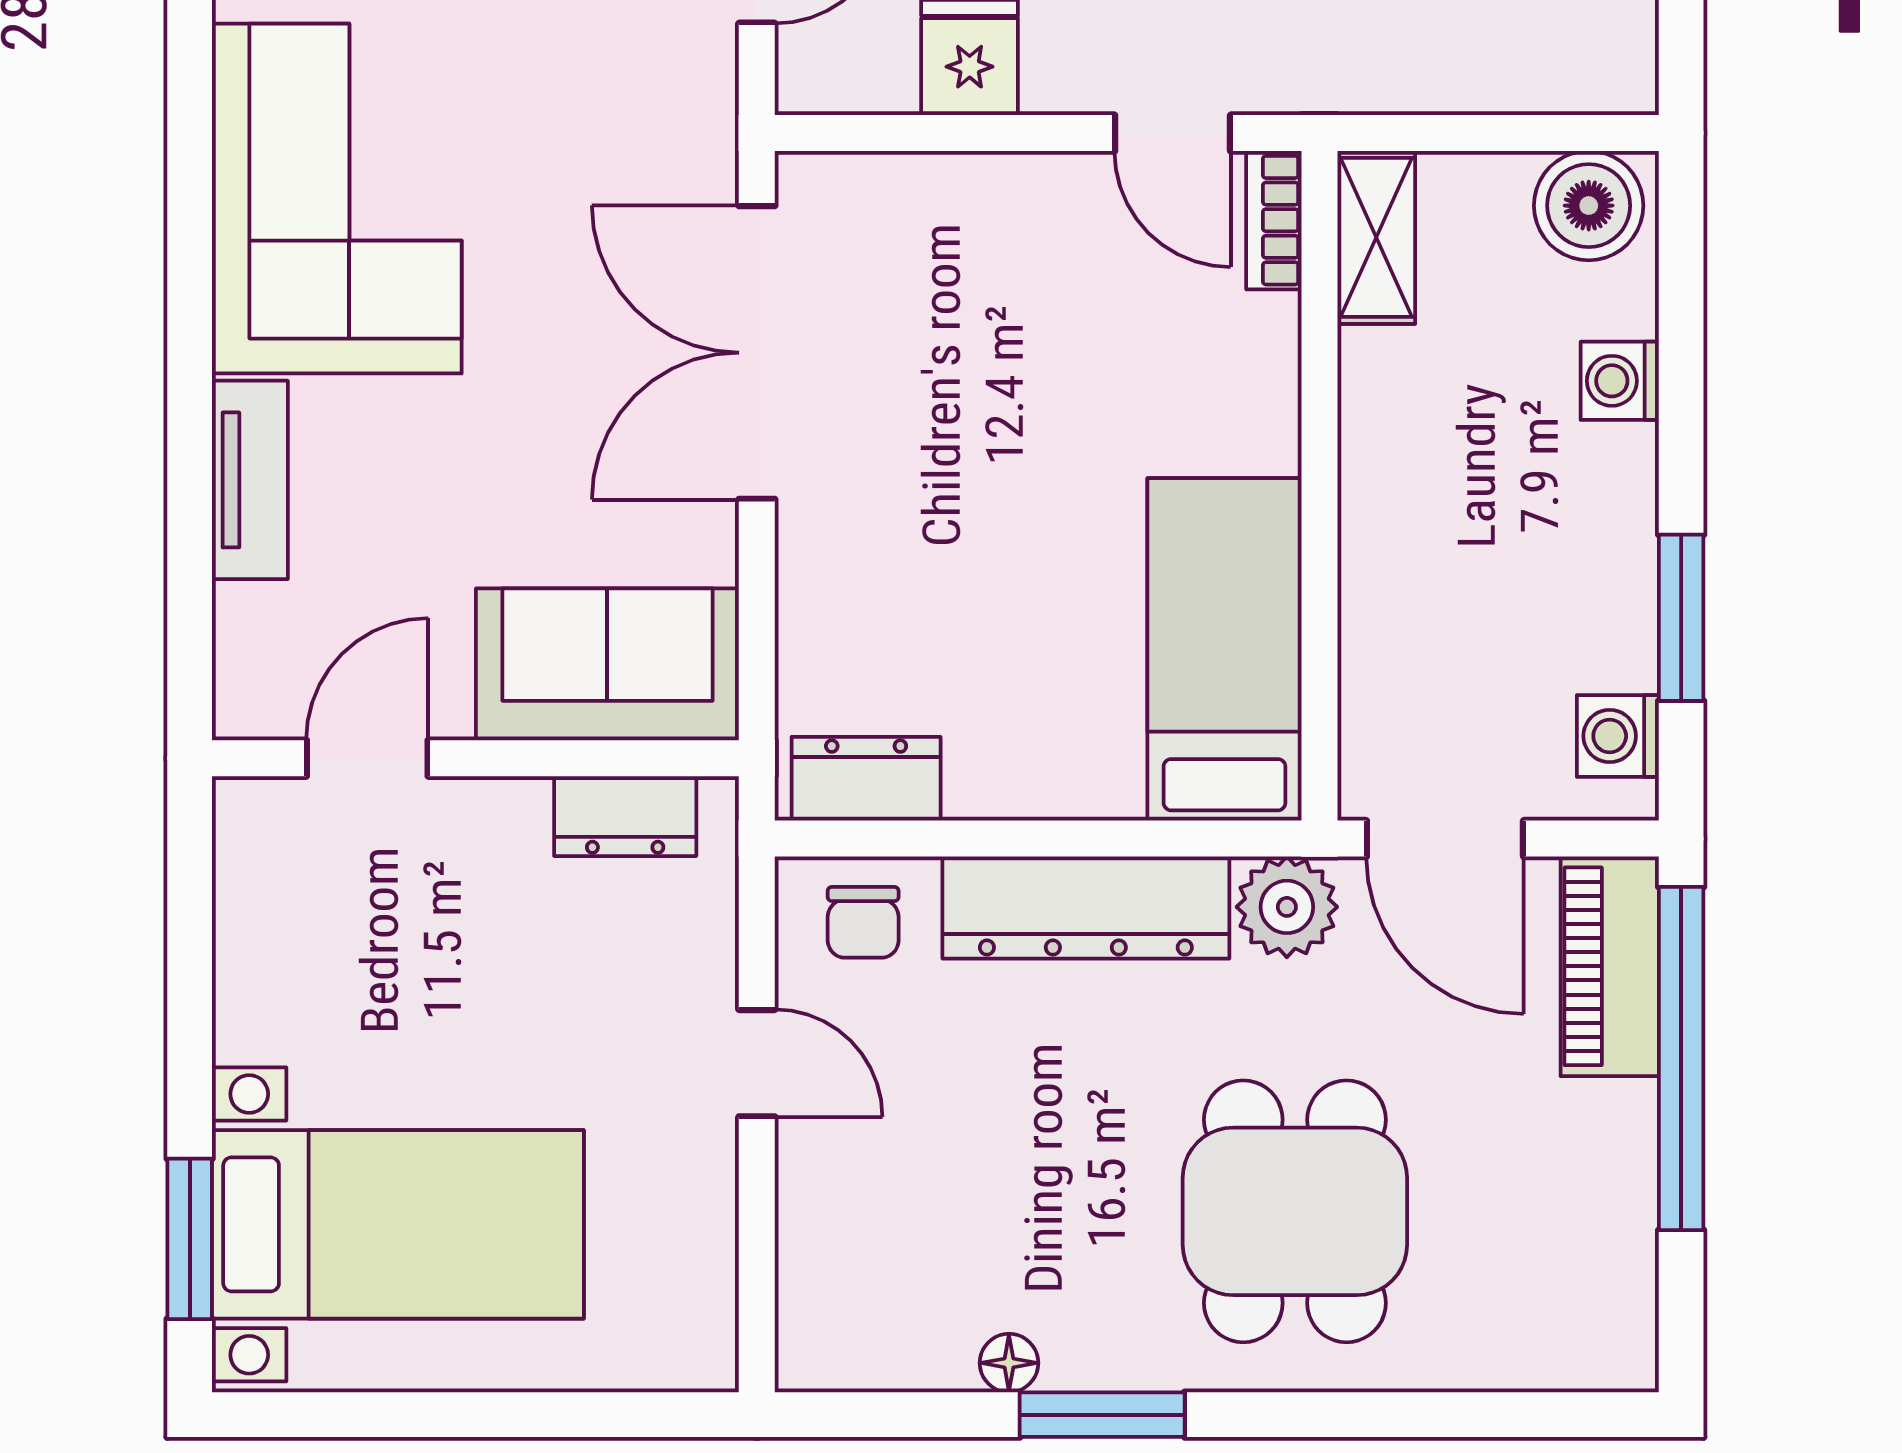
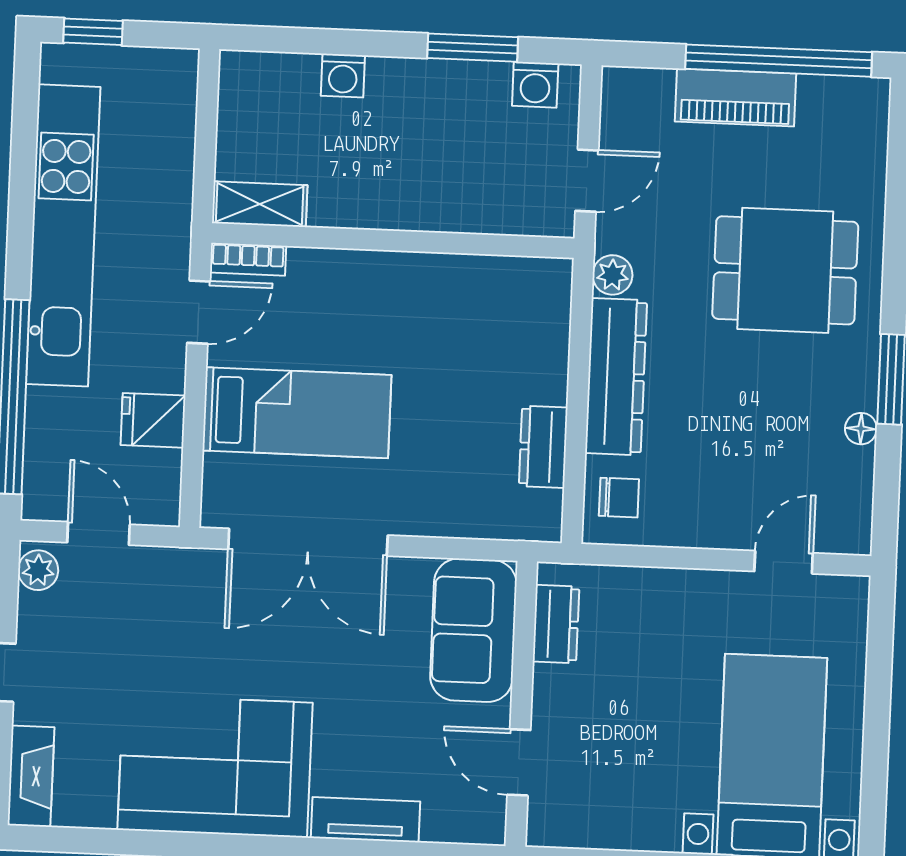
boiler: (1589, 206) -> (247, 88), removed
bed: (1224, 649) -> (297, 413), moved, turned 180
dresser: (866, 779) -> (543, 447), moved
door: (1445, 839) -> (587, 181), width x0.73
plant: (1287, 907) -> (612, 275), width x0.73, depth x0.73
piano: (1610, 966) -> (736, 97), moved
window: (1681, 1059) -> (779, 61), moved
door: (757, 1063) -> (784, 562), moved

